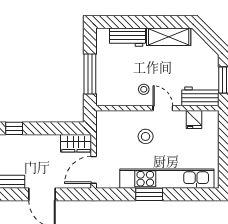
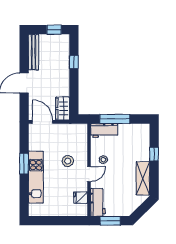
window: (136, 22) -> (154, 154), added
workbench: (128, 37) -> (104, 130), moved, turned -90
kitchen unit: (167, 179) -> (36, 177), width x0.73

